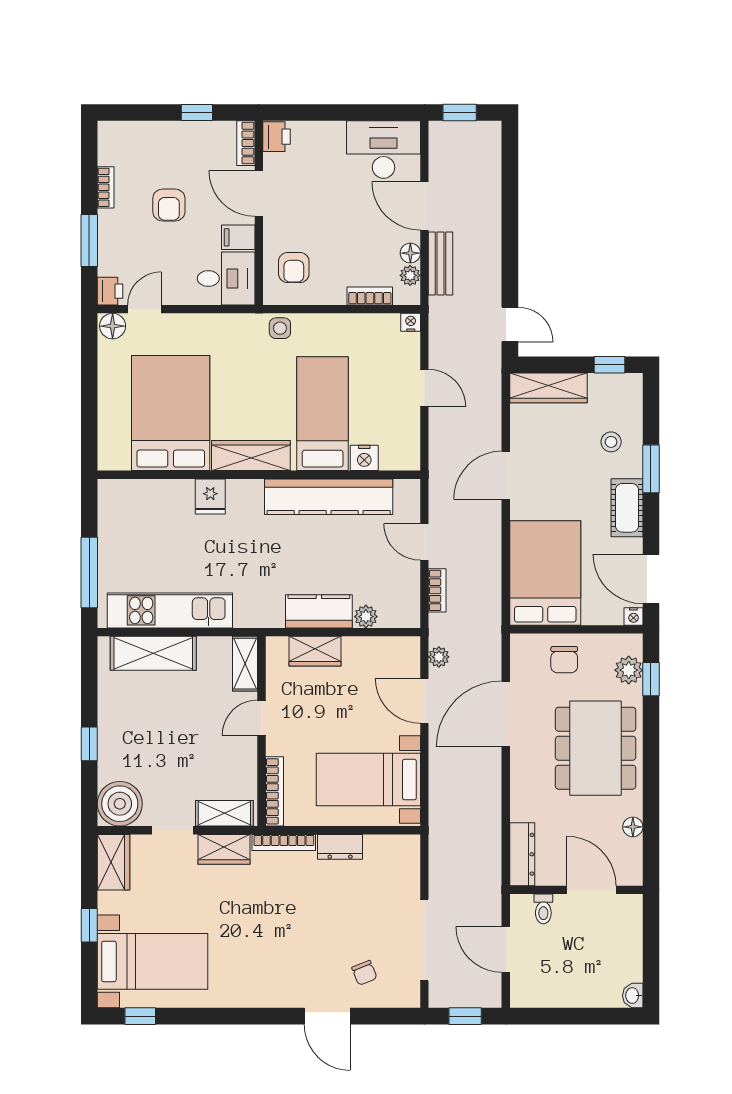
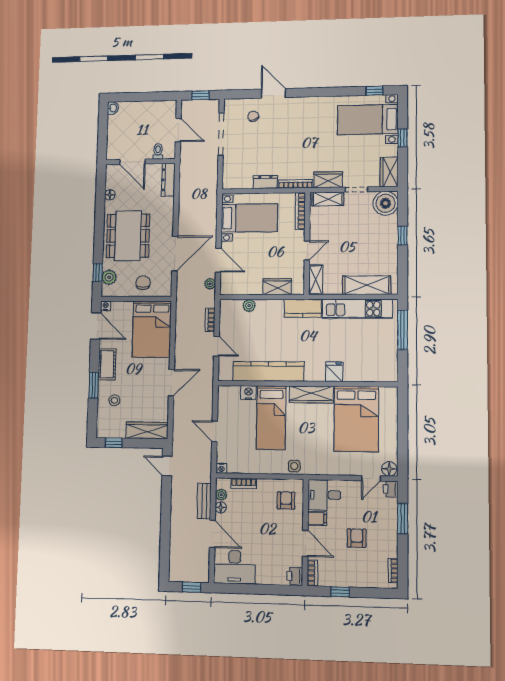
bookcase: (106, 187) -> (393, 571), moved
kitchen counter: (319, 611) -> (303, 308), moved

